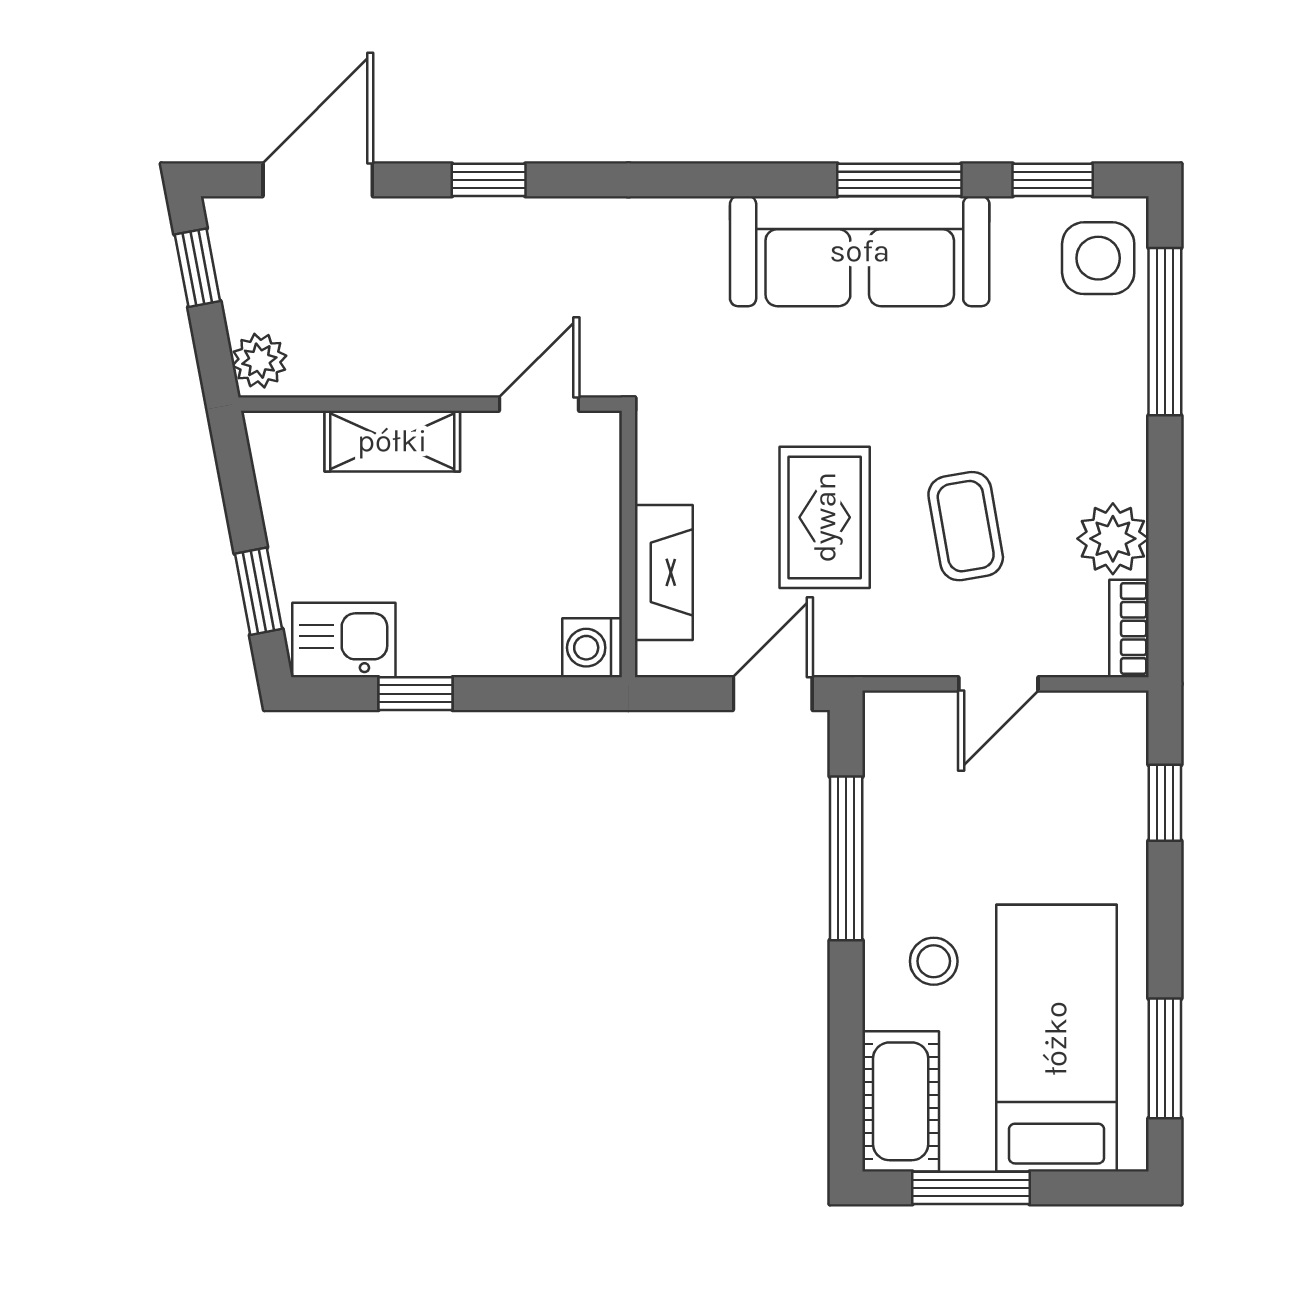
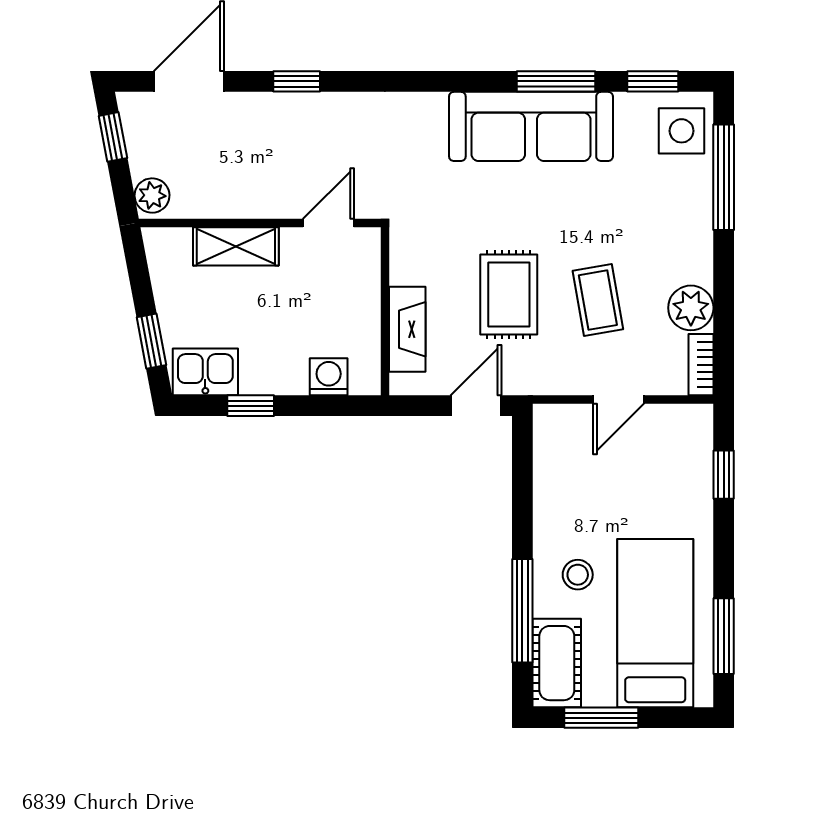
washing machine: (592, 648) -> (329, 377), moved, turned 90
window: (846, 858) -> (522, 611), moved

